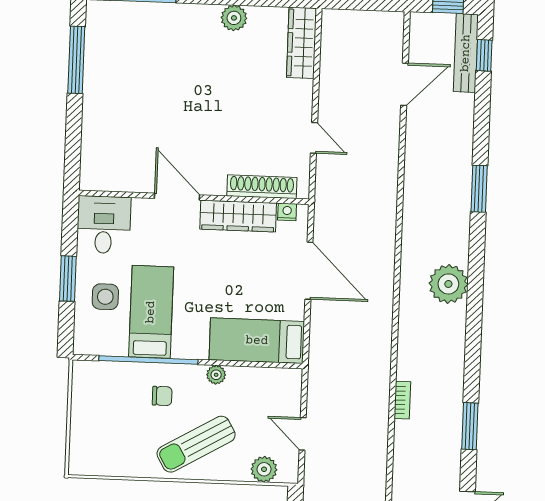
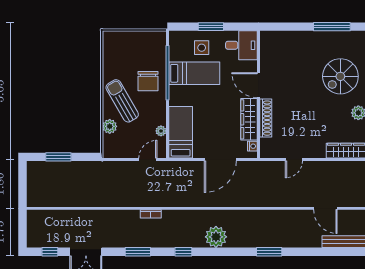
spiral stairs: (167, 48) -> (340, 76), added
window: (484, 55) -> (183, 252), moved
shoe rack: (262, 187) -> (266, 118), moved
door: (177, 197) -> (258, 85), swing flipped
plant: (216, 375) -> (161, 131), moved
chair: (162, 396) -> (148, 81), width x1.87, depth x1.87
door: (303, 434) -> (148, 160), moved
plant: (264, 469) -> (110, 126), moved

